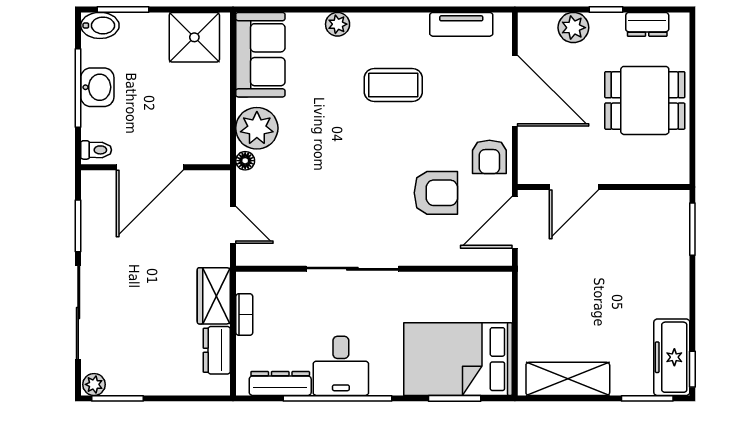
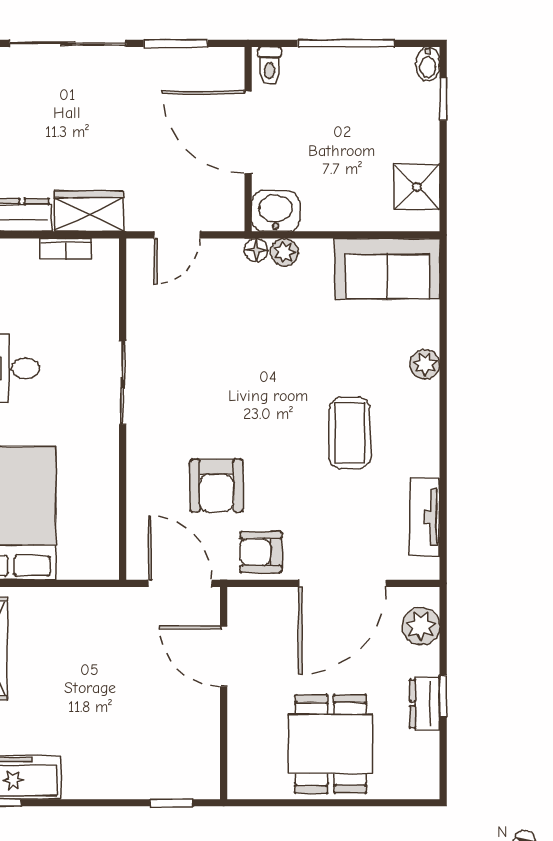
window: (123, 9) -> (443, 99), width x0.67
dresser: (647, 24) -> (425, 704), moved
bidet: (100, 25) -> (428, 64), width x0.72, depth x0.74
plant: (573, 28) -> (421, 626), moved
shower: (194, 37) -> (417, 187), width x0.73, depth x0.73
washbasin: (97, 87) -> (276, 211), moved, turned 180
plant: (257, 128) -> (284, 252), width x0.53, depth x0.53
window: (692, 229) -> (172, 803), width x0.67
sliding door: (352, 269) -> (123, 383), width x0.73

